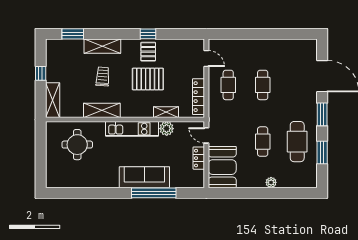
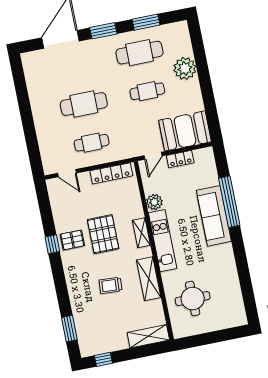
shelving: (102, 46) -> (77, 293), removed
door: (206, 59) -> (67, 173), swing flipped
window: (41, 73) -> (103, 359), moved
cafe table: (263, 85) -> (84, 104), width x1.37, depth x1.35
shelving: (166, 112) -> (141, 233), moved
plant: (271, 182) -> (185, 68), width x1.88, depth x1.88

